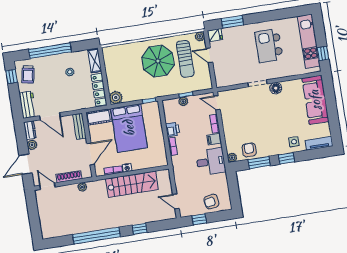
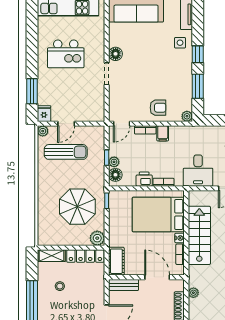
parasol: (158, 61) -> (77, 207), moved
floor lamp: (172, 104) -> (115, 175), added
bed: (129, 128) -> (158, 215), moved, turned 180
armchair: (249, 150) -> (158, 108), moved, turned 180
desk: (211, 162) -> (198, 171), moved, turned 180

